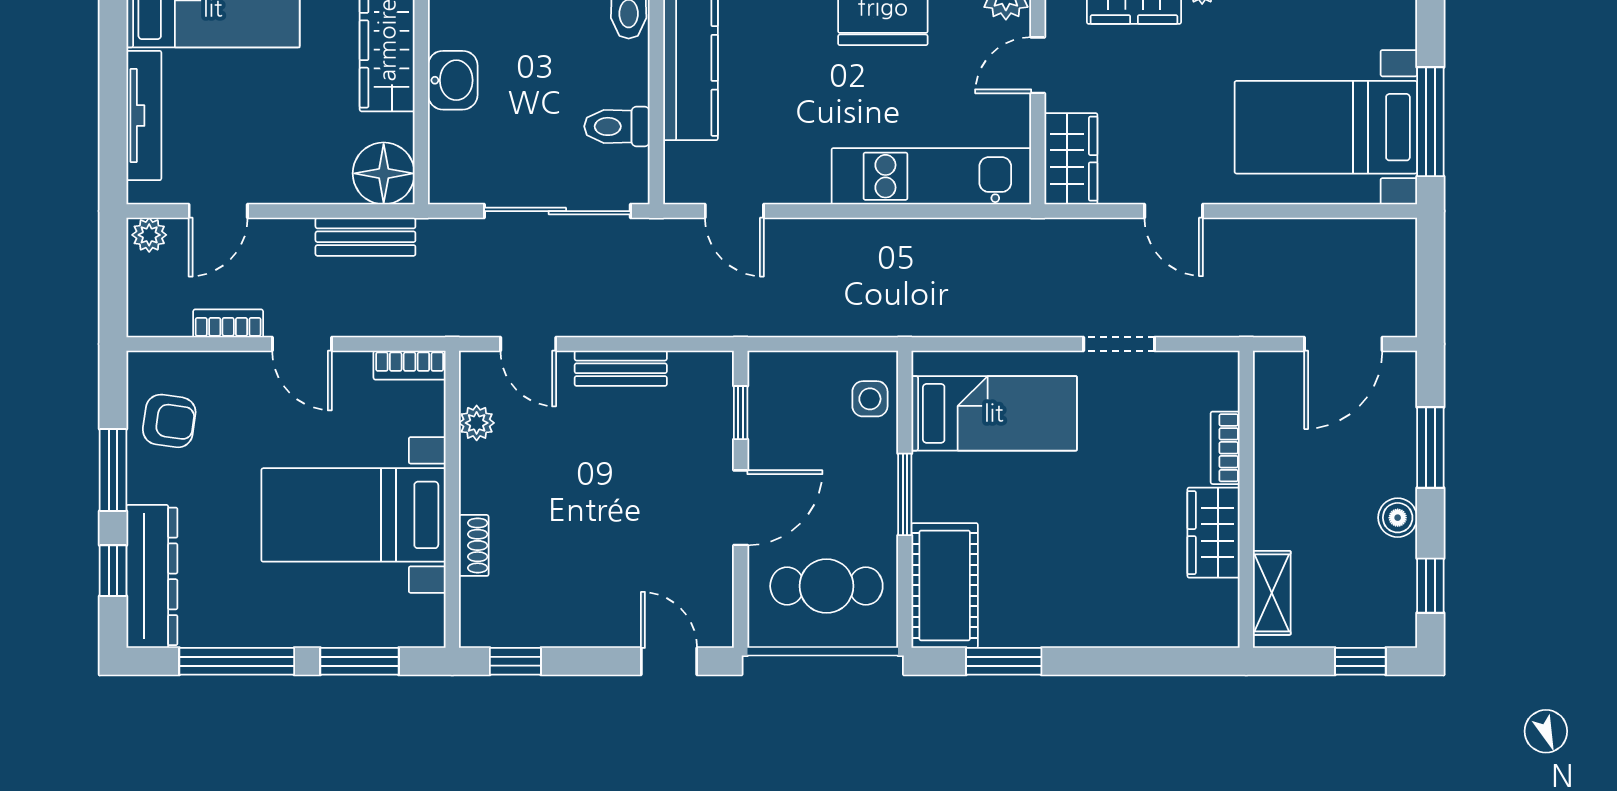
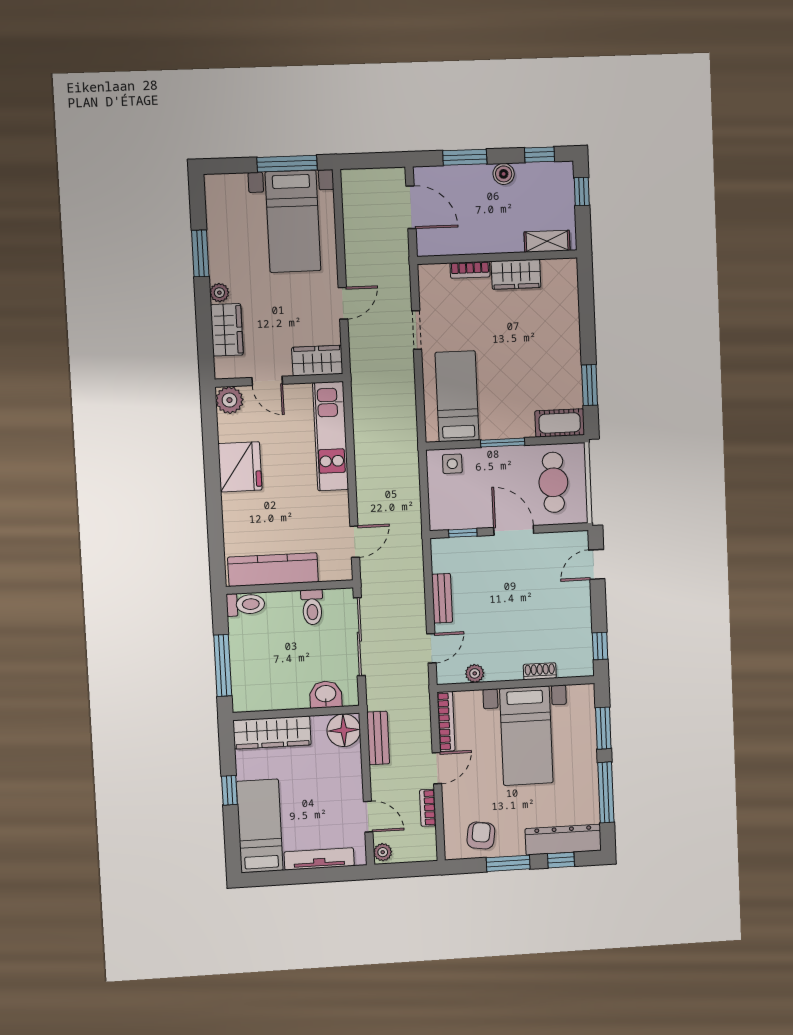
washbasin: (453, 80) -> (326, 694), moved
bookcase: (410, 365) -> (446, 721), width x1.56
cot: (945, 585) -> (560, 423), width x0.73, depth x0.75

